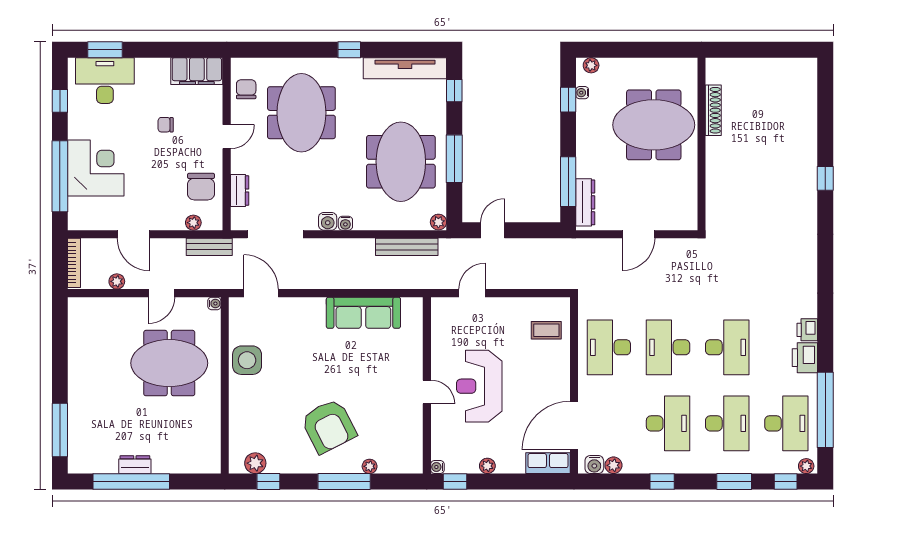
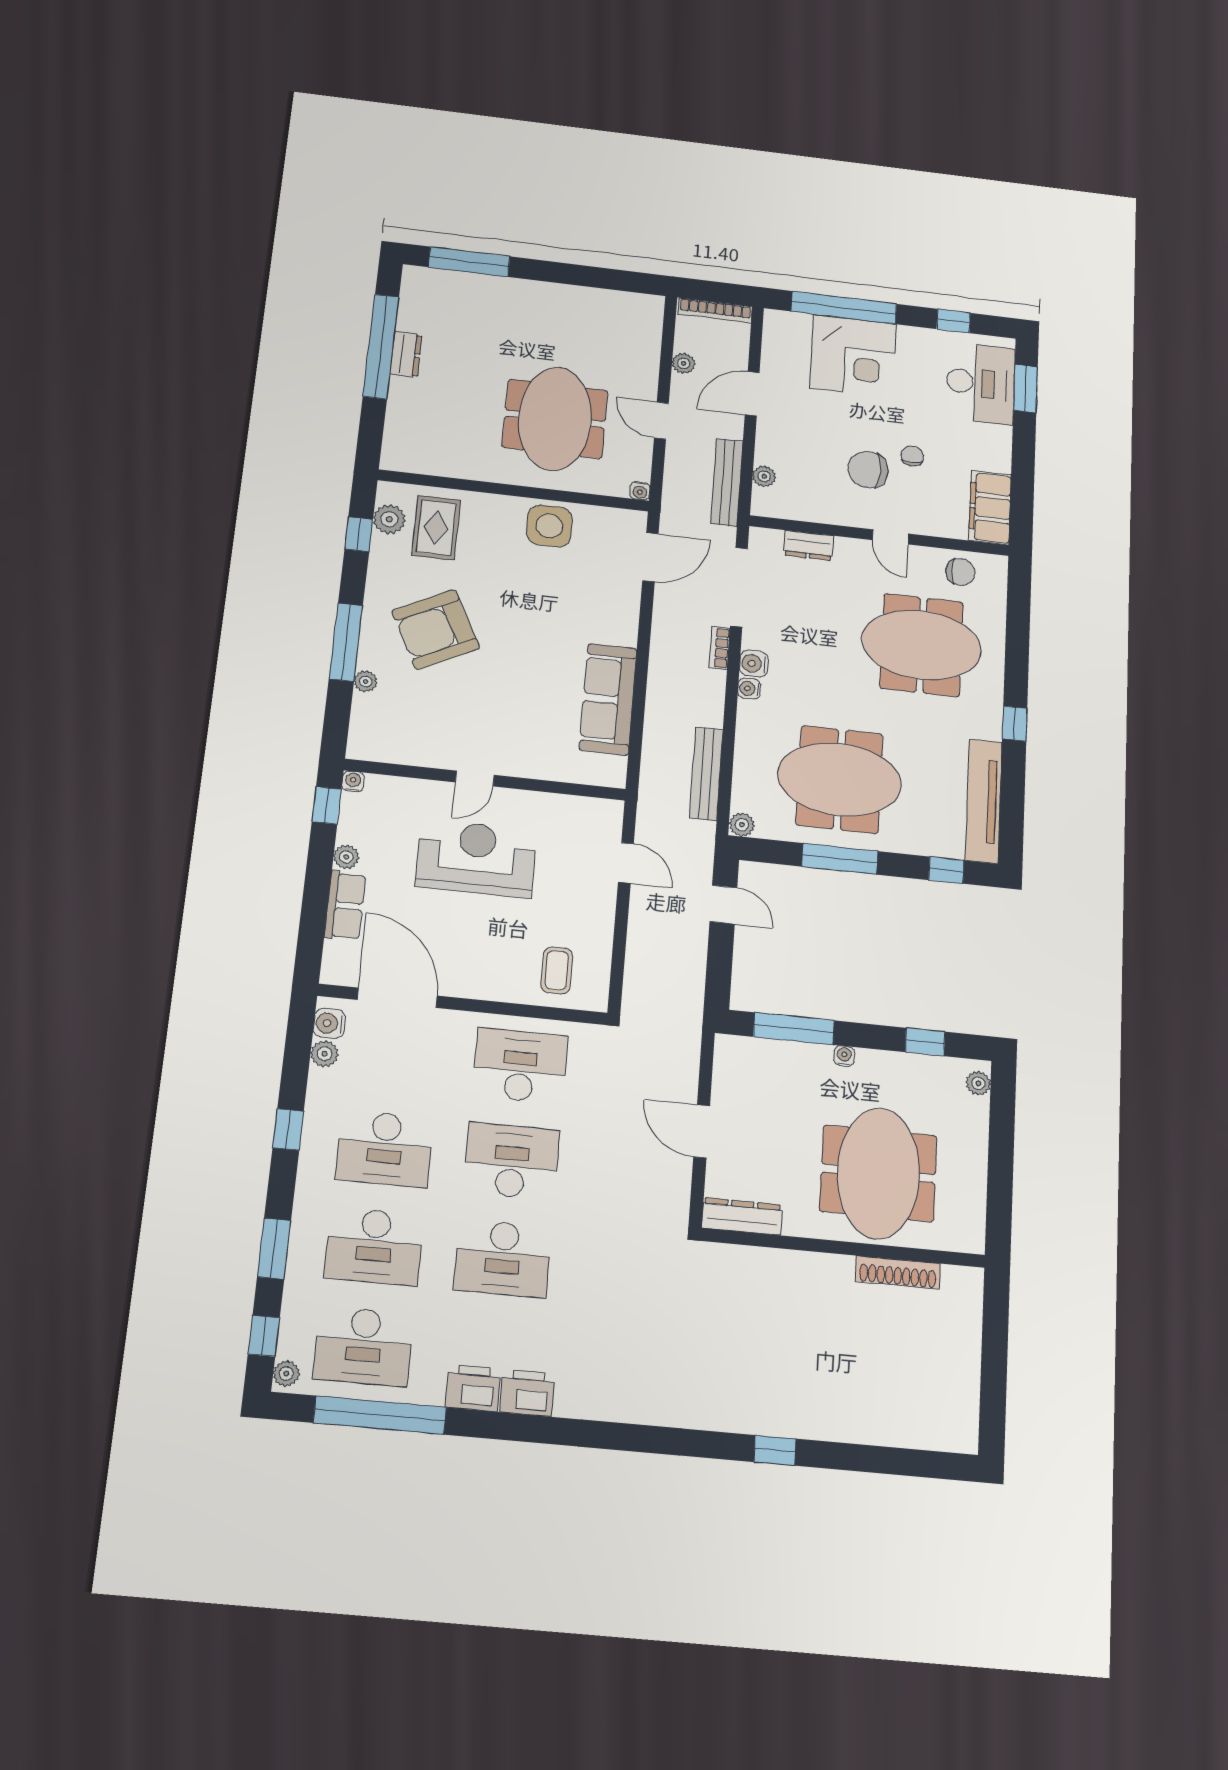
water cooler: (582, 93) -> (844, 1056), moved
chair: (201, 187) -> (868, 470), moved
dresser: (585, 202) -> (742, 1216), moved, turned 180
bookcase: (319, 244) -> (720, 648), added
bench: (209, 247) -> (727, 482), width x1.36
printer: (807, 330) -> (527, 1393), width x1.36, depth x1.24
rug: (258, 433) -> (436, 528), added
row of seats: (548, 463) -> (345, 906), moved

